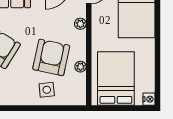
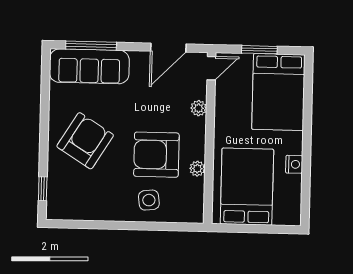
armchair: (51, 57) -> (156, 155), turned -102
nightstand: (149, 99) -> (294, 164), moved

